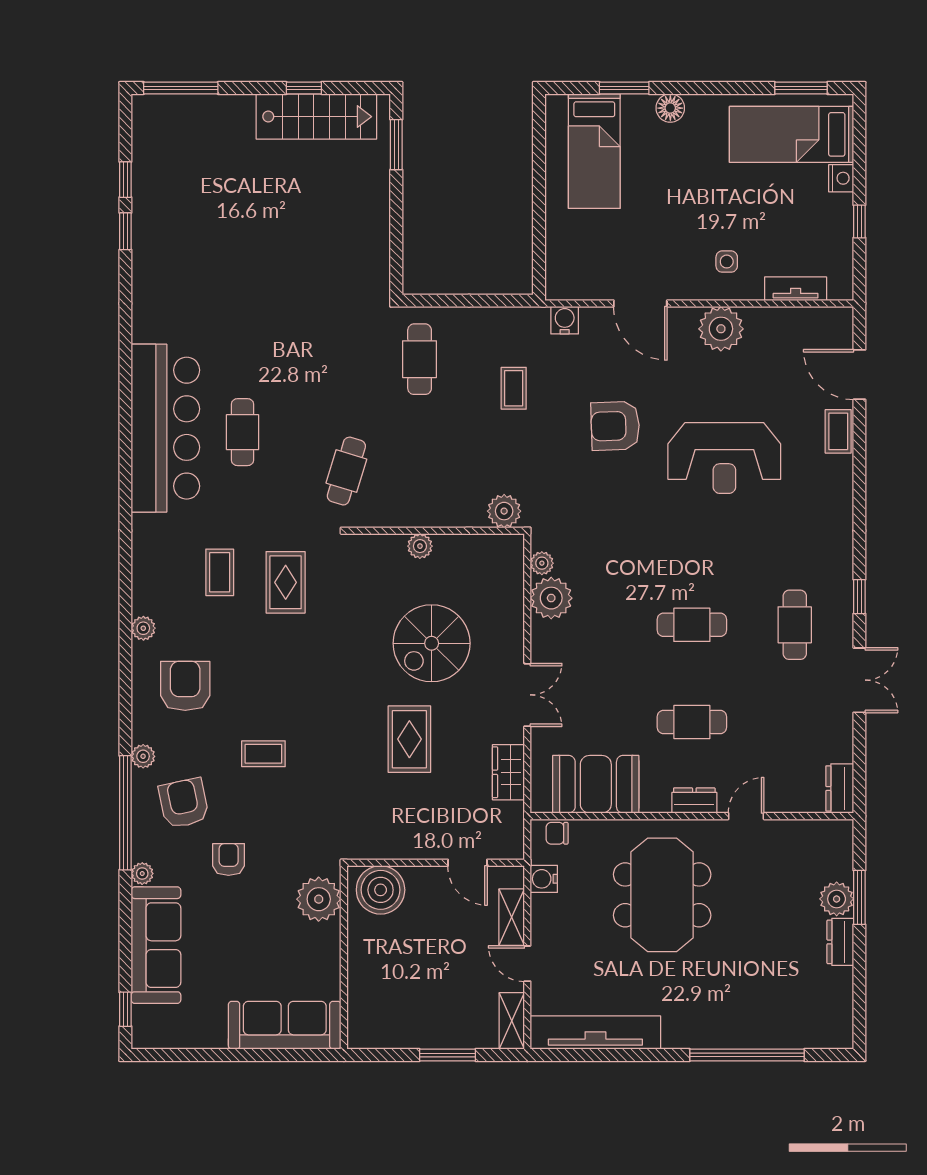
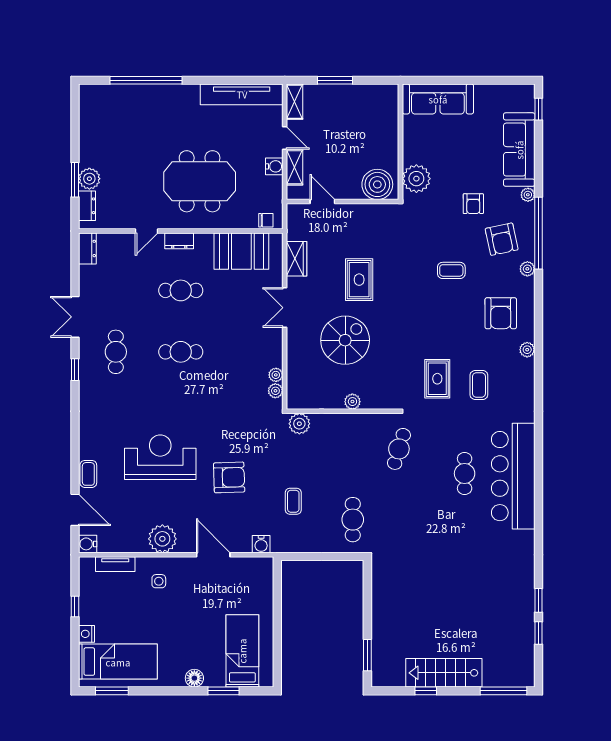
stairs: (316, 117) -> (444, 673), moved
water cooler: (839, 321) -> (88, 544), added
plant: (551, 598) -> (276, 375), width x0.53, depth x0.53
water cooler: (544, 879) -> (274, 166), moved
meeting table: (662, 895) -> (200, 181), turned 90
dresser: (840, 942) -> (87, 206), moved

